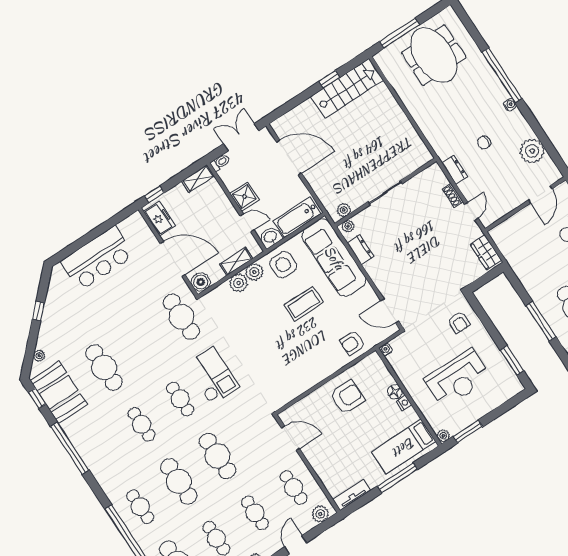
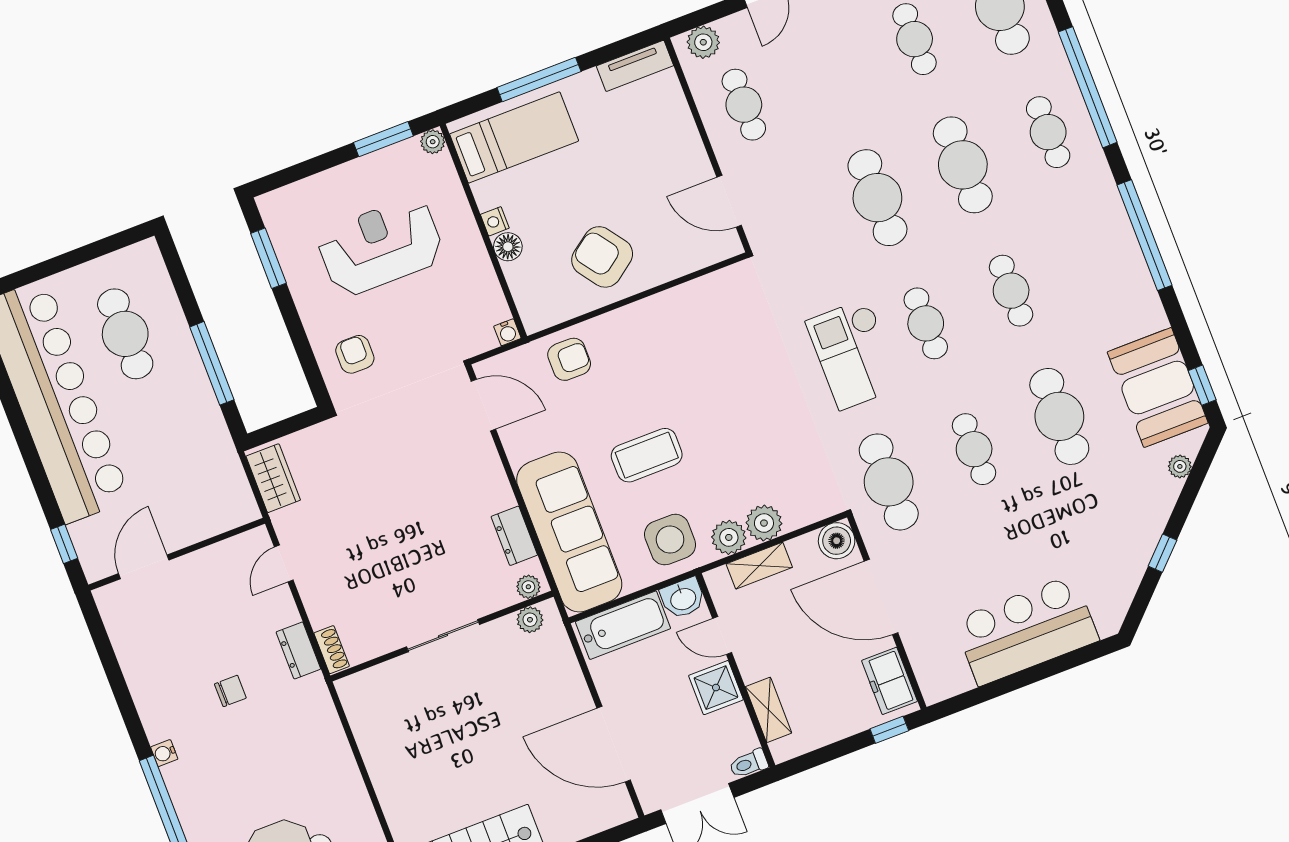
plant: (532, 151) -> (141, 654), removed
shelving: (198, 179) -> (768, 710), moved, turned 90
shoe rack: (453, 195) -> (332, 650), moved
window: (541, 321) -> (212, 363), moved
armchair: (347, 397) -> (602, 257), turned 54
window: (70, 448) -> (1144, 235), moved
cafe table: (255, 513) -> (974, 449), moved

